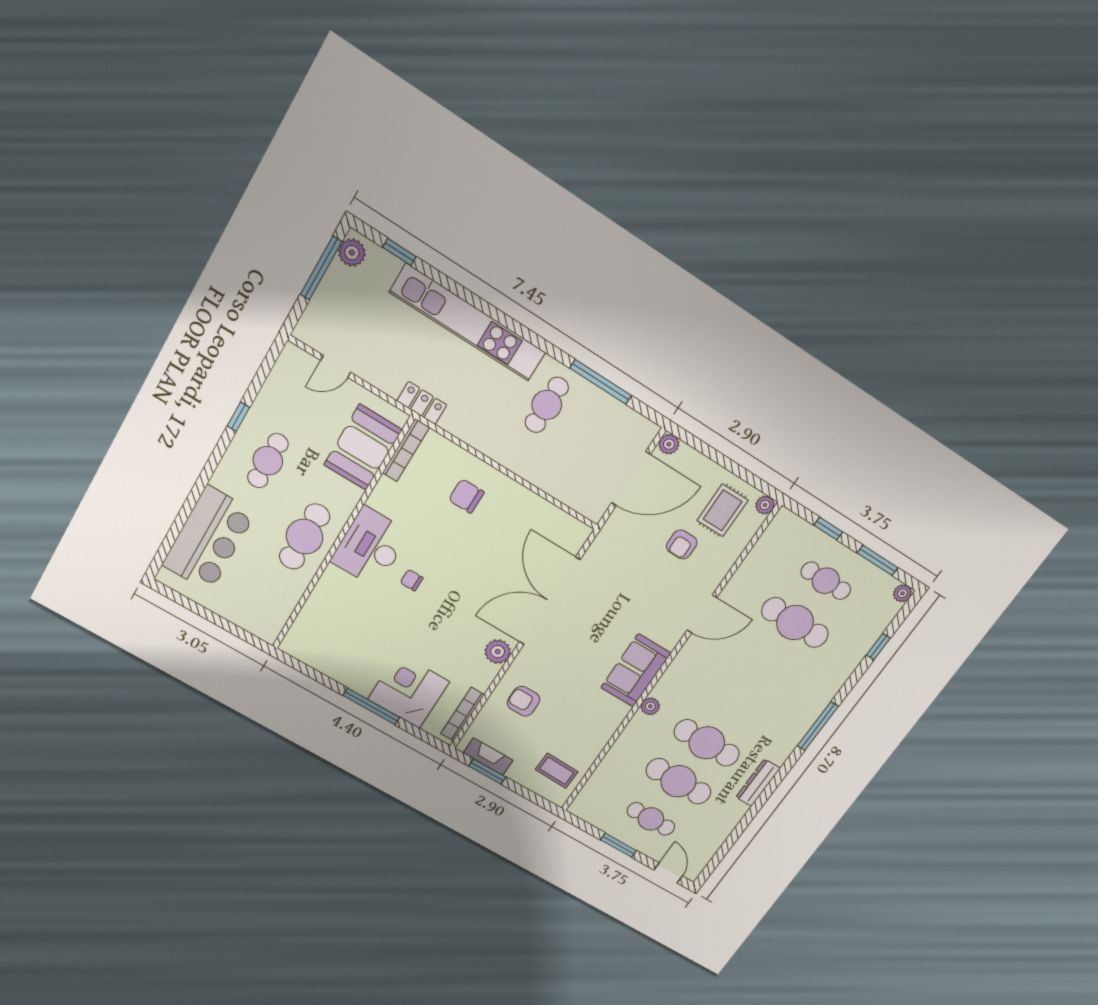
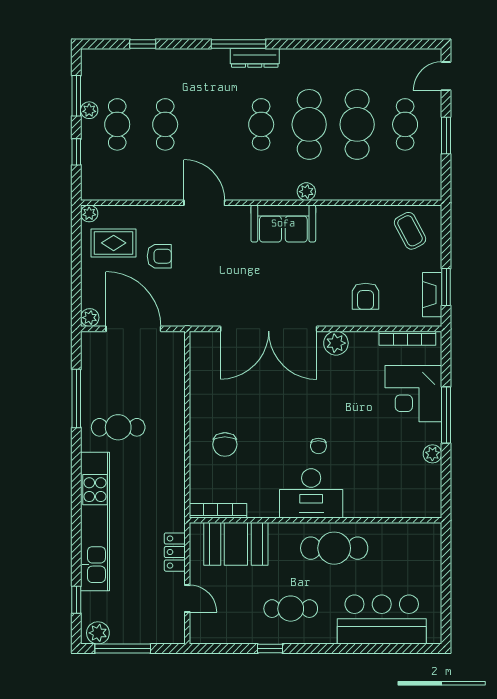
locker: (422, 403) -> (175, 552), moved
plant: (902, 593) -> (89, 110), moved
cafe table: (795, 623) -> (165, 124), width x0.73, depth x0.74
plant: (342, 675) -> (432, 454), added
cafe table: (736, 704) -> (261, 124), added
coffee table: (557, 771) -> (410, 231), turned -30
dresser: (758, 783) -> (255, 58), moved

